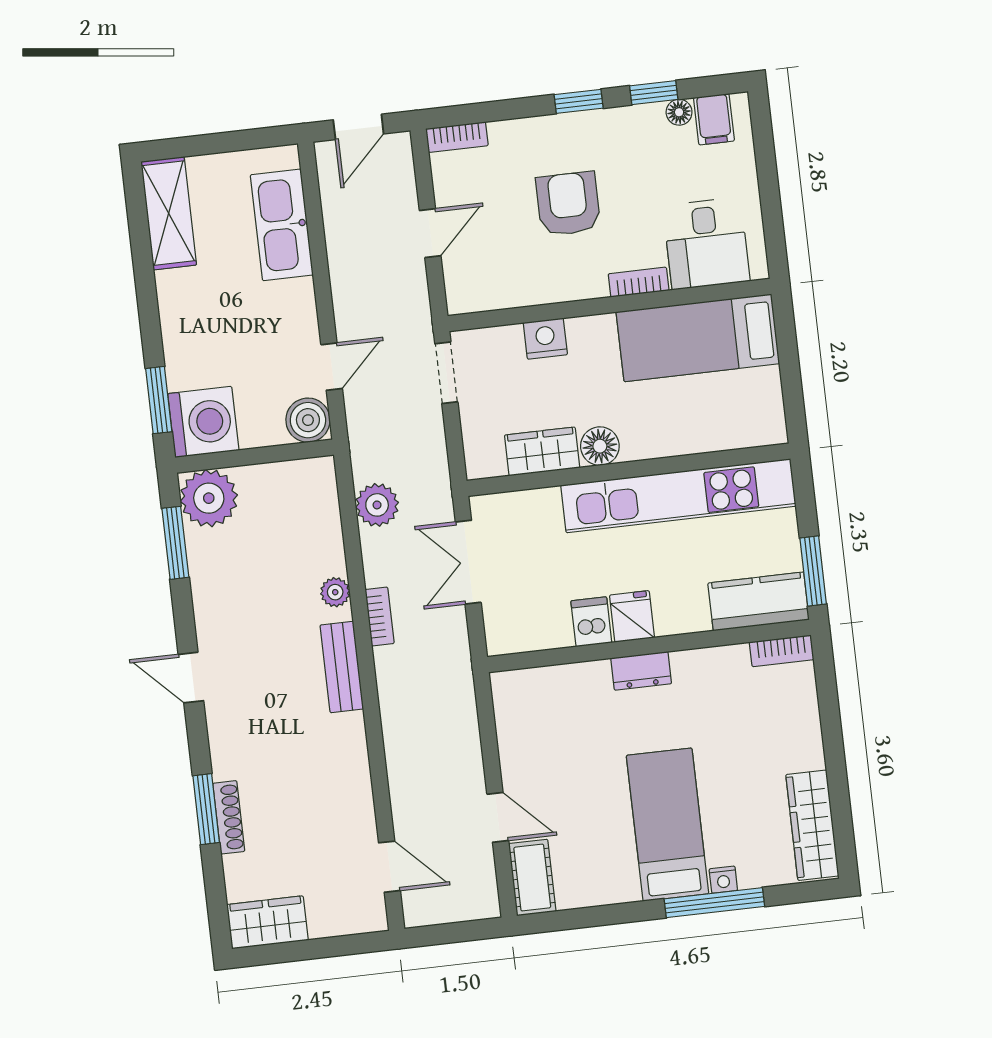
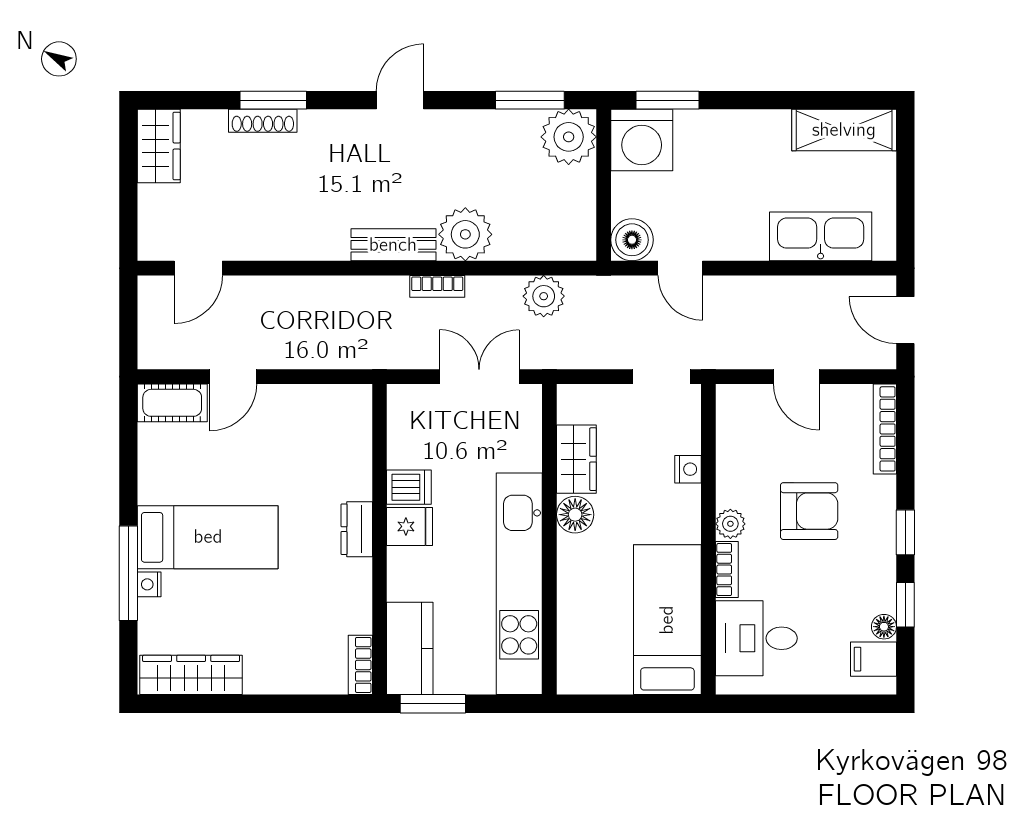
bookcase: (457, 137) -> (885, 429), width x1.56
plant: (591, 284) -> (730, 524), added
nightstand: (545, 339) -> (688, 469), width x0.72, depth x0.74
plant: (335, 592) -> (465, 234), width x1.88, depth x1.88

